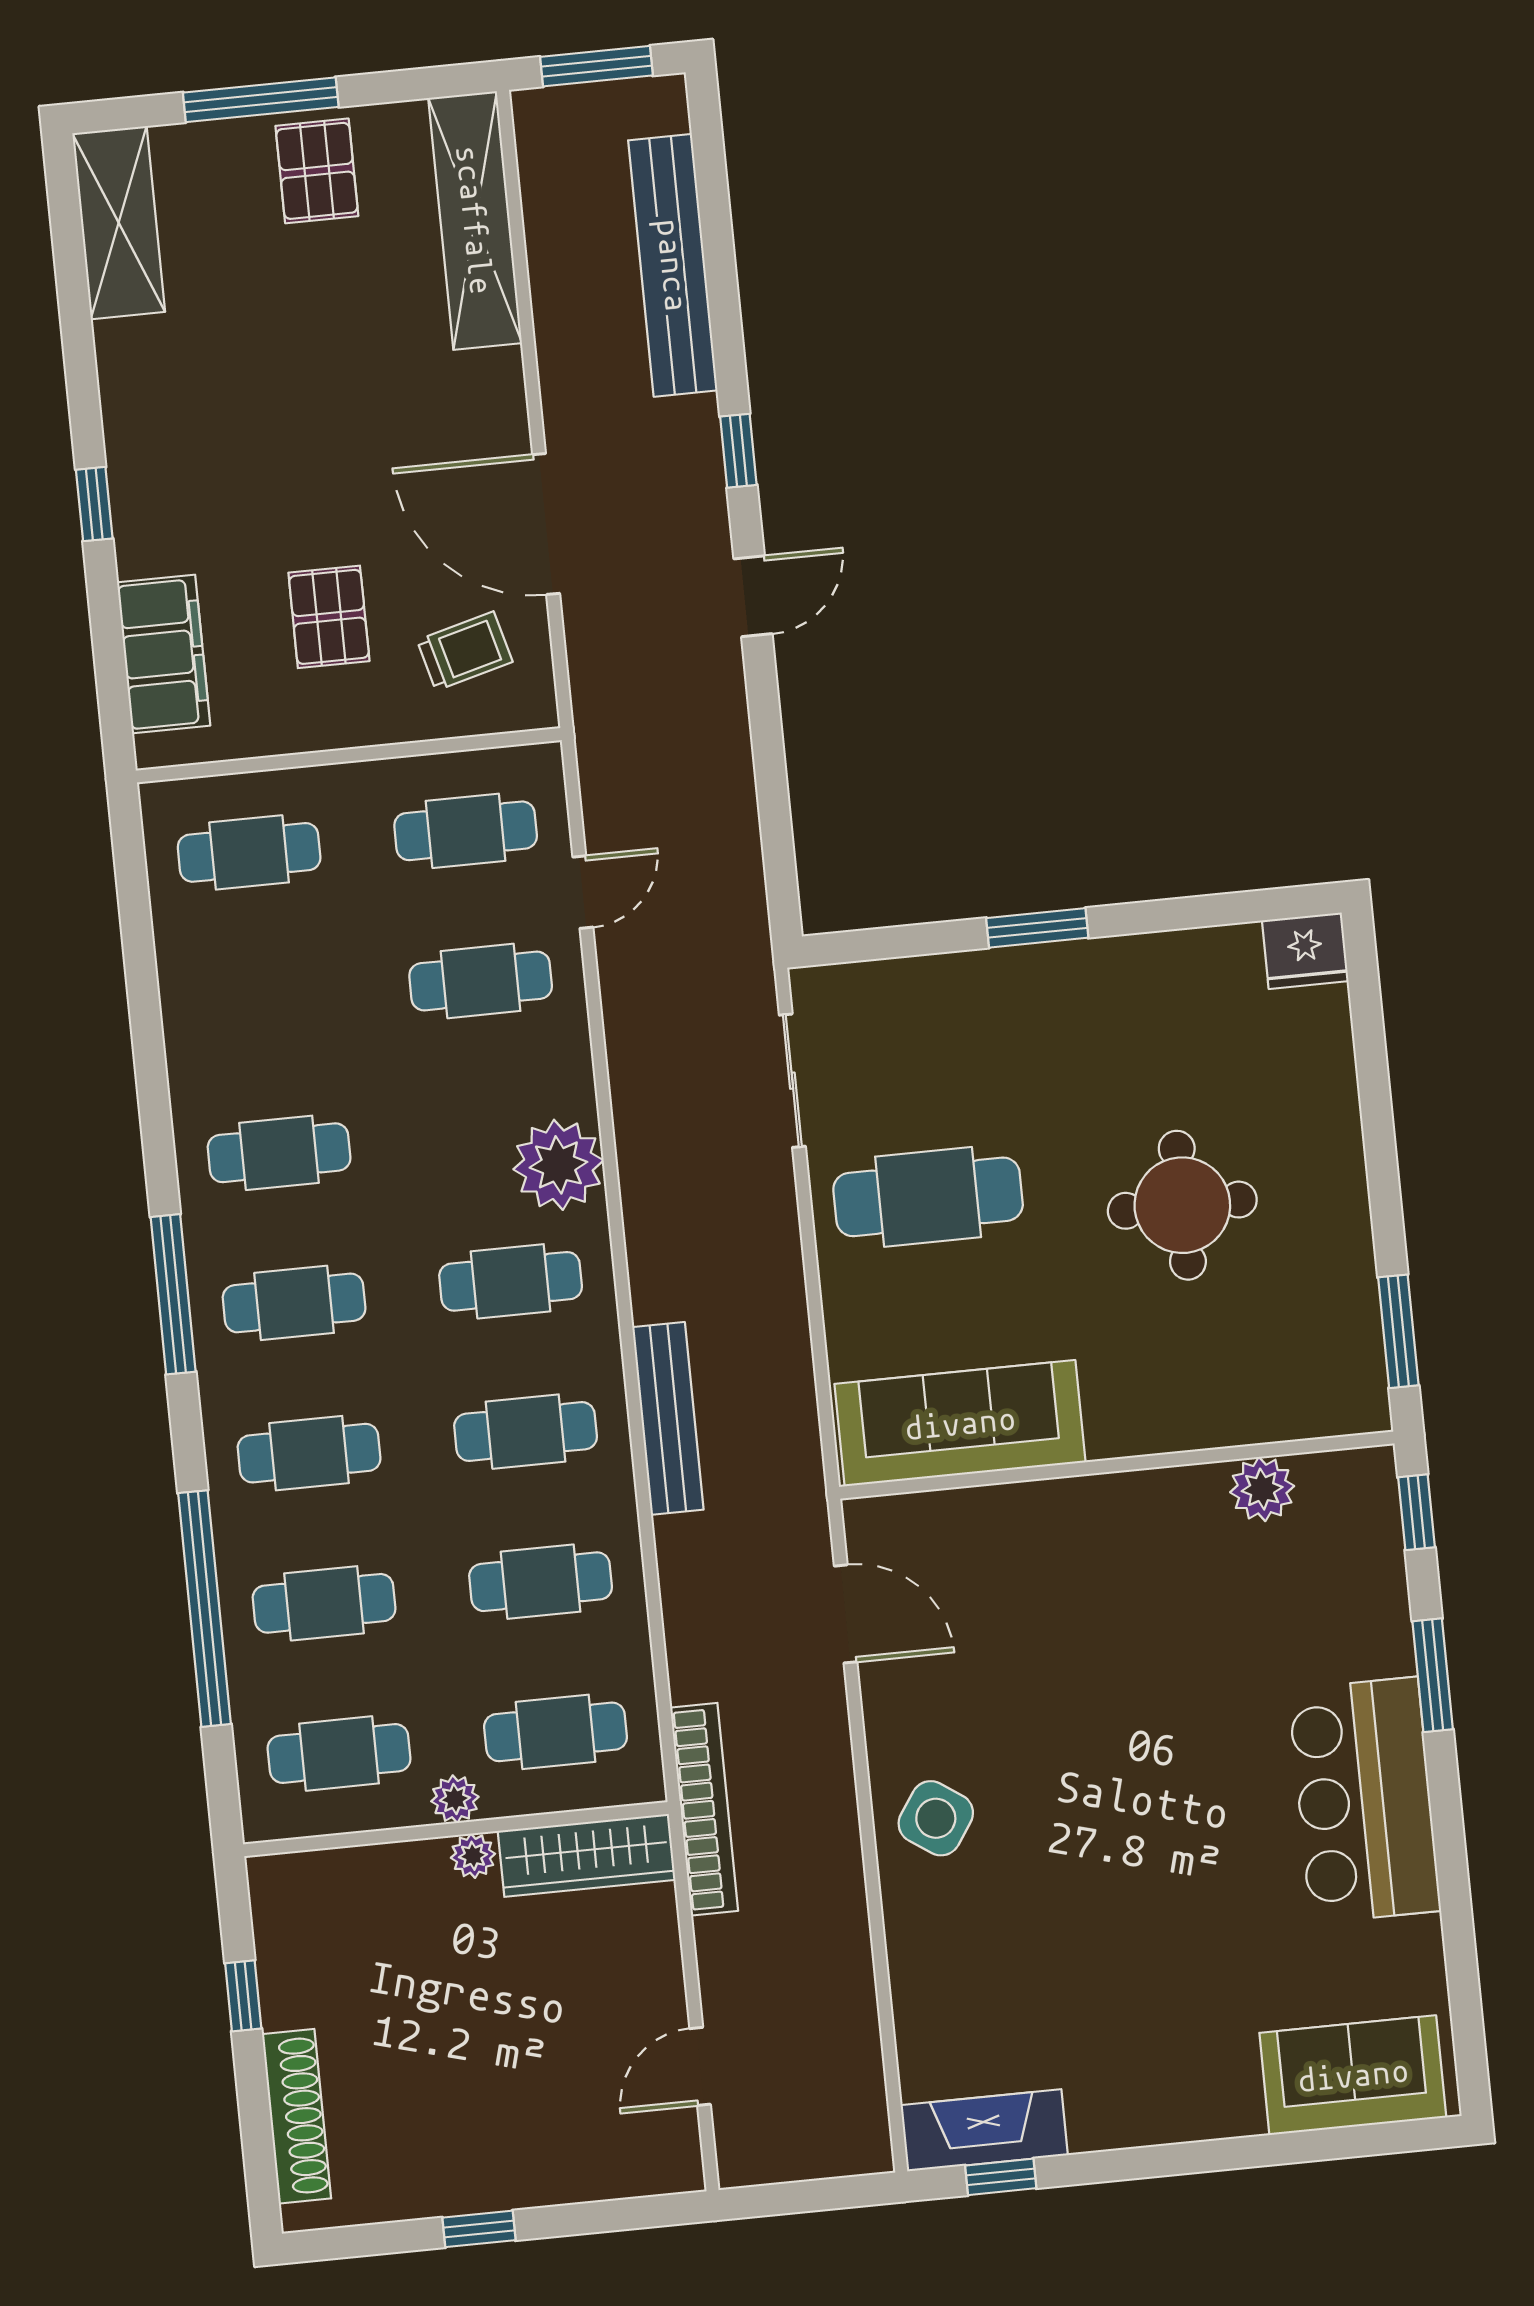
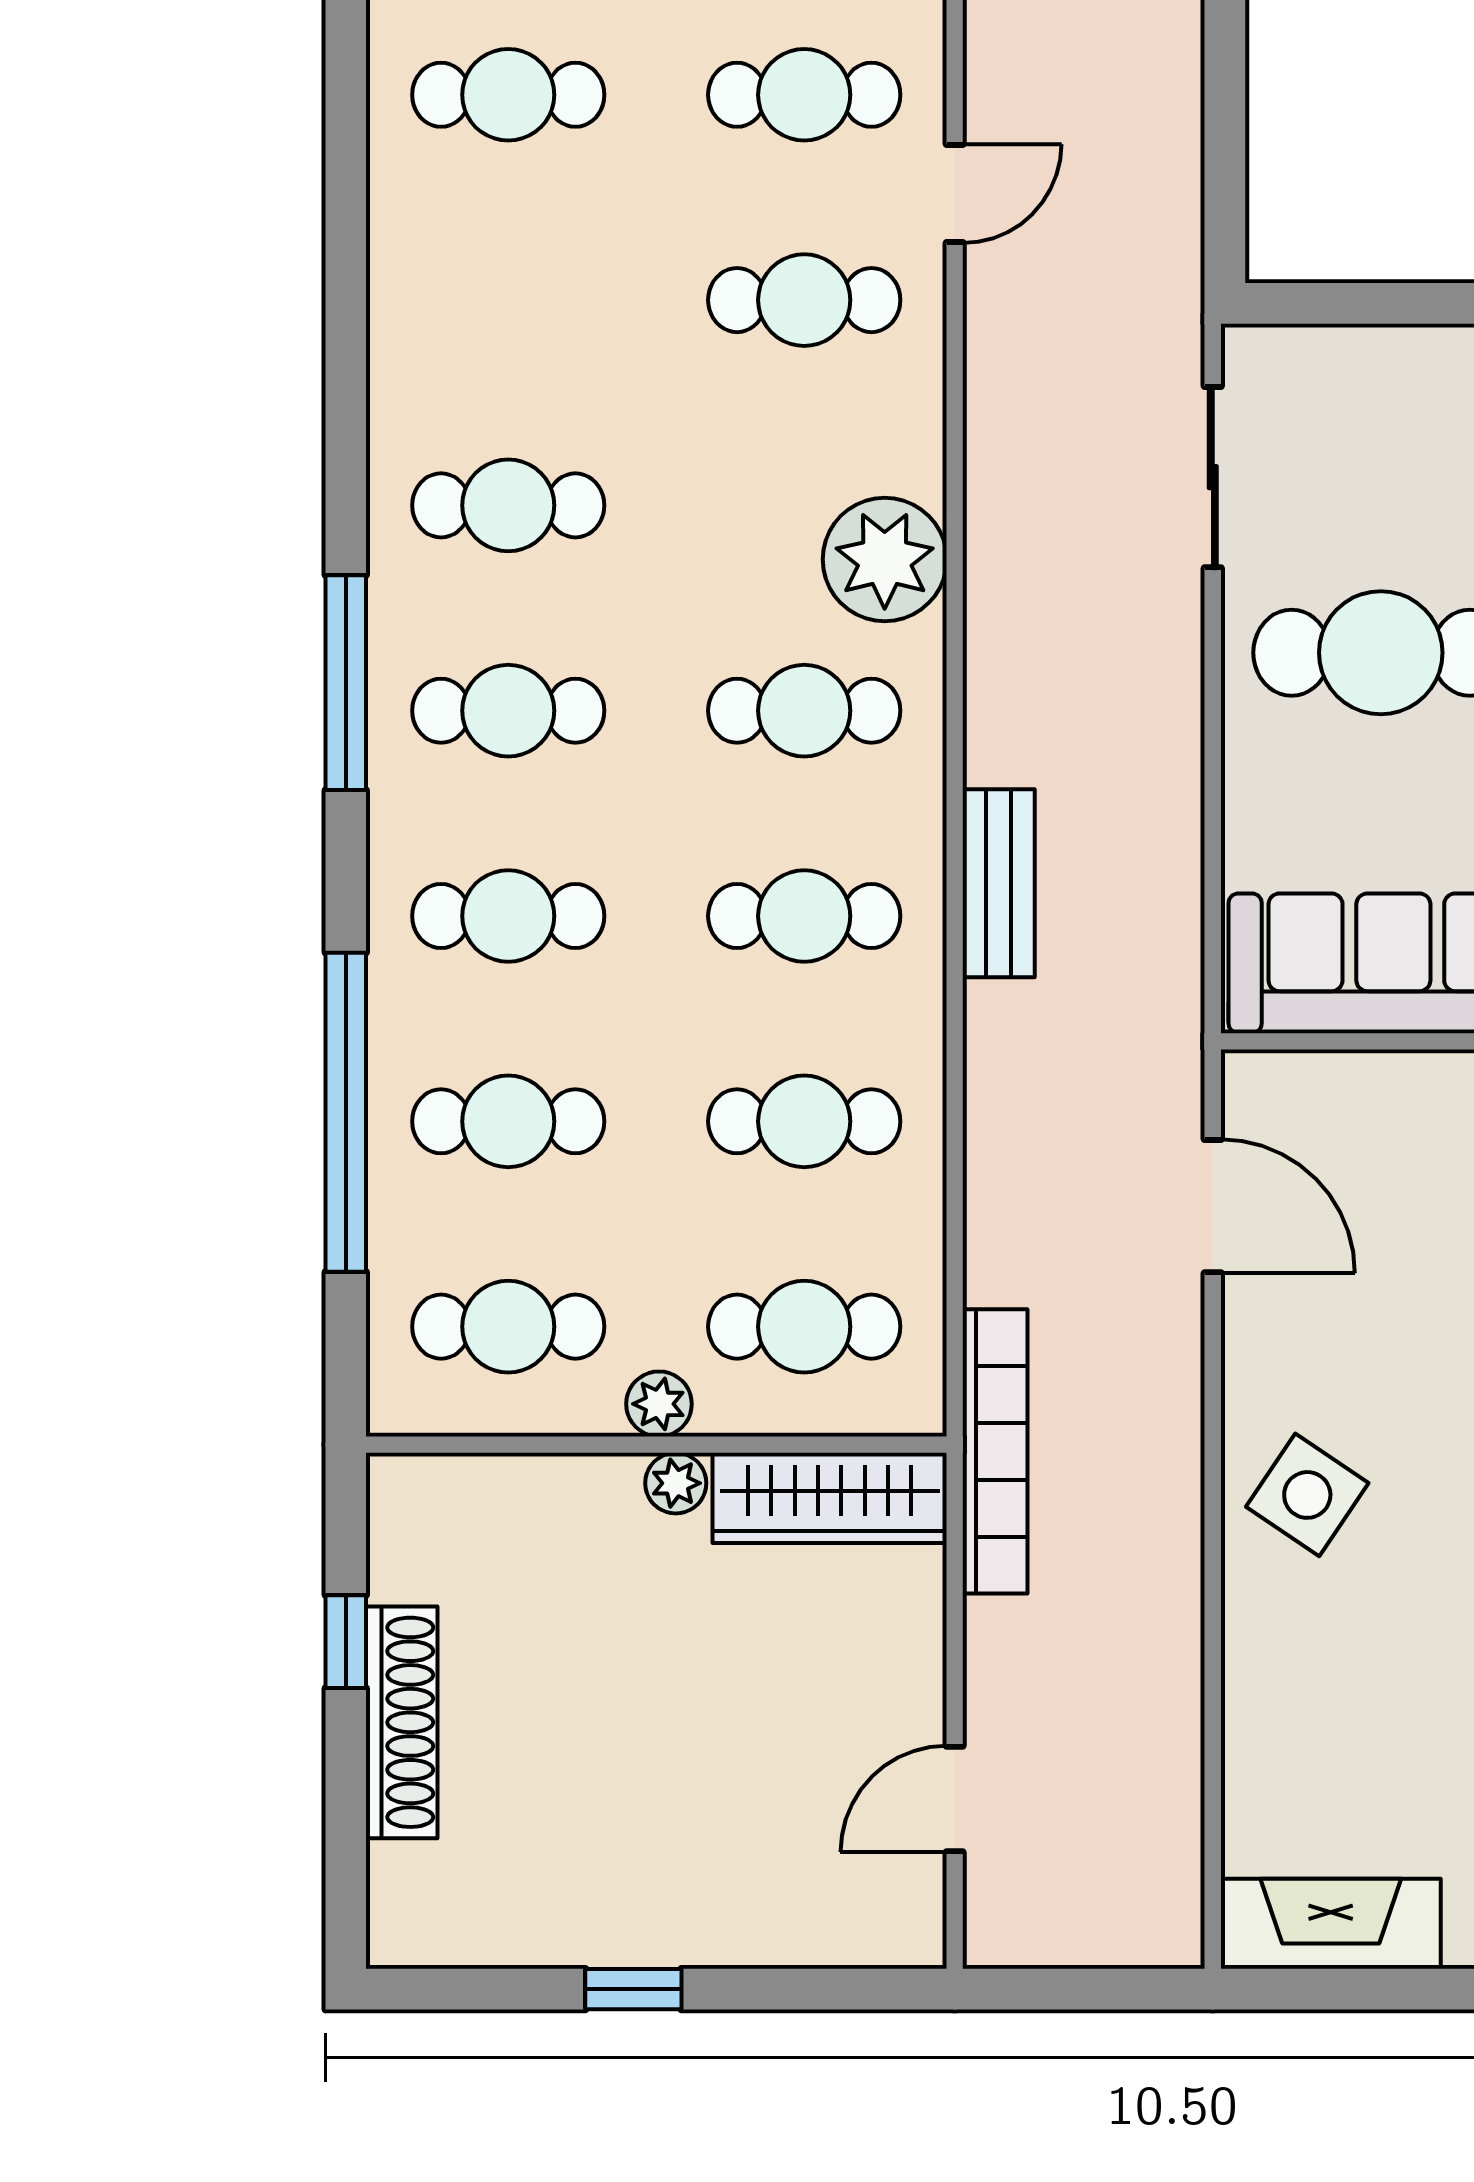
bench: (668, 1418) -> (999, 883), width x0.73
shoe rack: (297, 2116) -> (402, 1722), moved
window: (1001, 2177) -> (1347, 1989), removed

